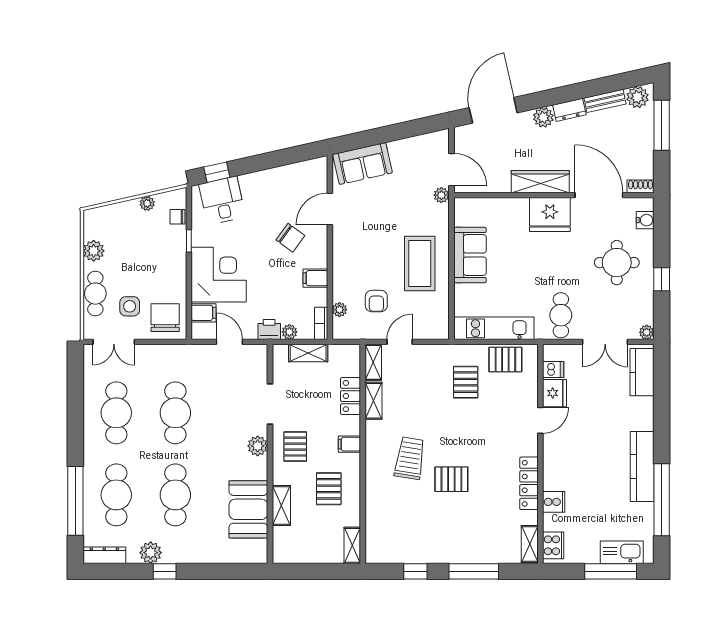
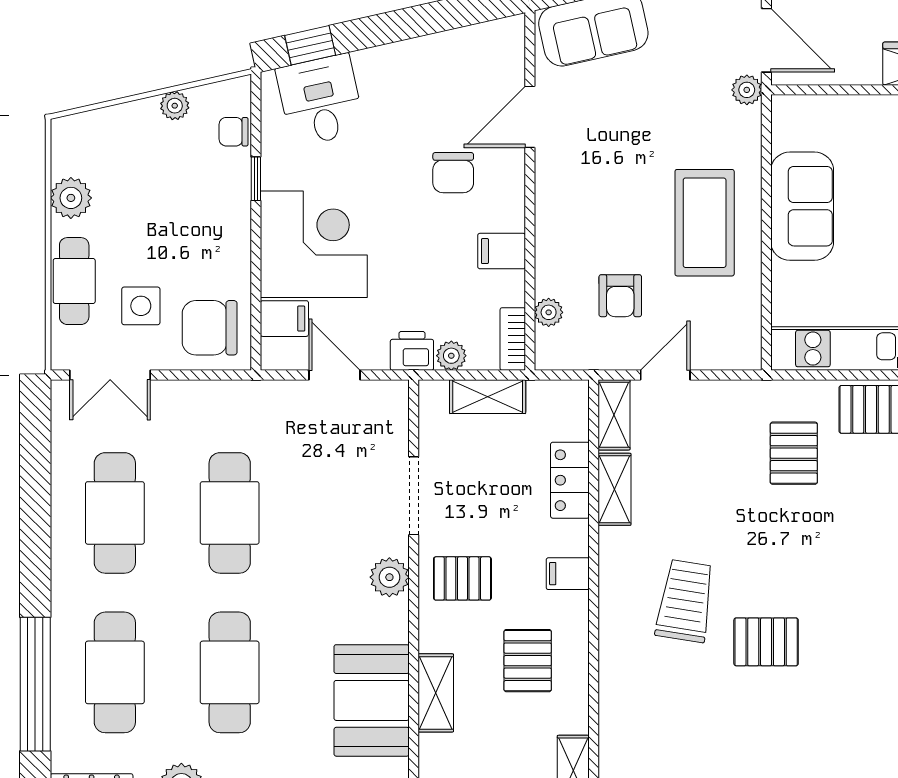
chair: (290, 238) -> (453, 173), turned 54
chair: (165, 318) -> (210, 328), turned -90
pallet: (295, 447) -> (462, 578), turned 90

